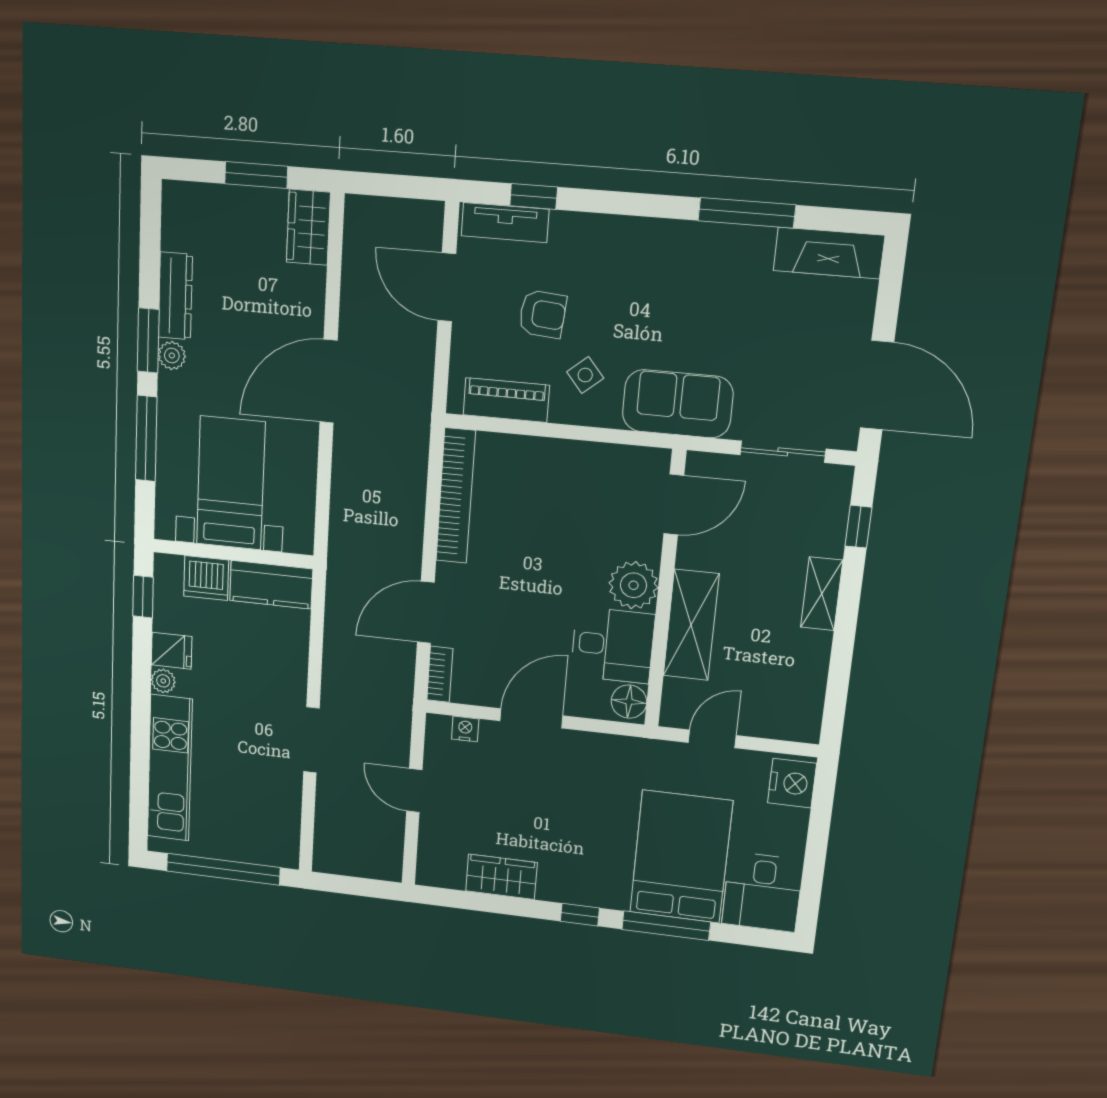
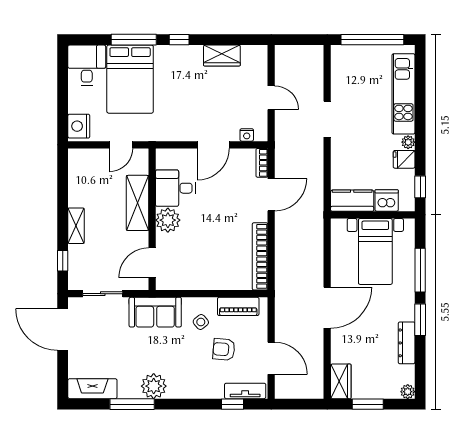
plant: (696, 248) -> (154, 386), added
plant: (172, 356) -> (408, 392), moved
floor lamp: (629, 702) -> (164, 160), removed

